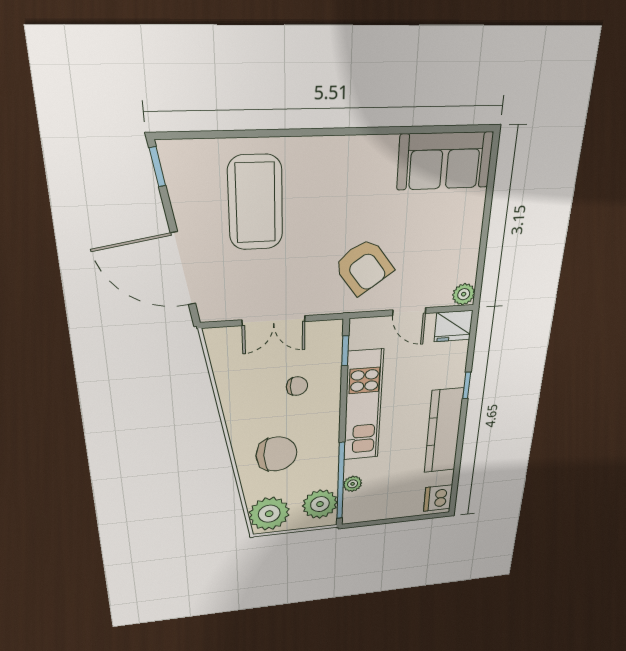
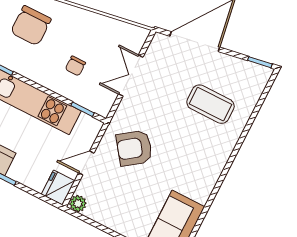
coffee table: (255, 203) -> (210, 104), width x0.73, depth x0.76

